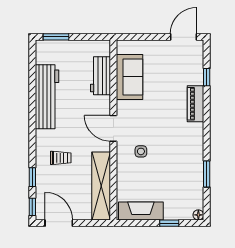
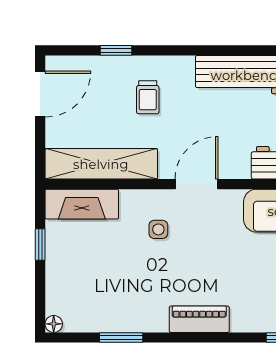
piano: (195, 104) -> (199, 319), moved
window: (32, 207) -> (67, 50), removed
fireplace: (141, 211) -> (82, 204), moved, turned 90
window: (169, 223) -> (40, 244), moved

